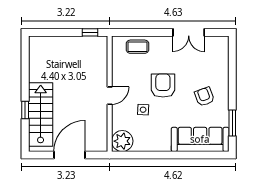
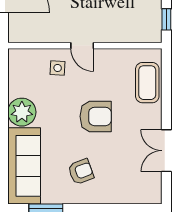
coffee table: (137, 47) -> (147, 83), width x1.36, depth x1.30
side table: (143, 110) -> (58, 68), moved
plant: (122, 141) -> (22, 112), moved

